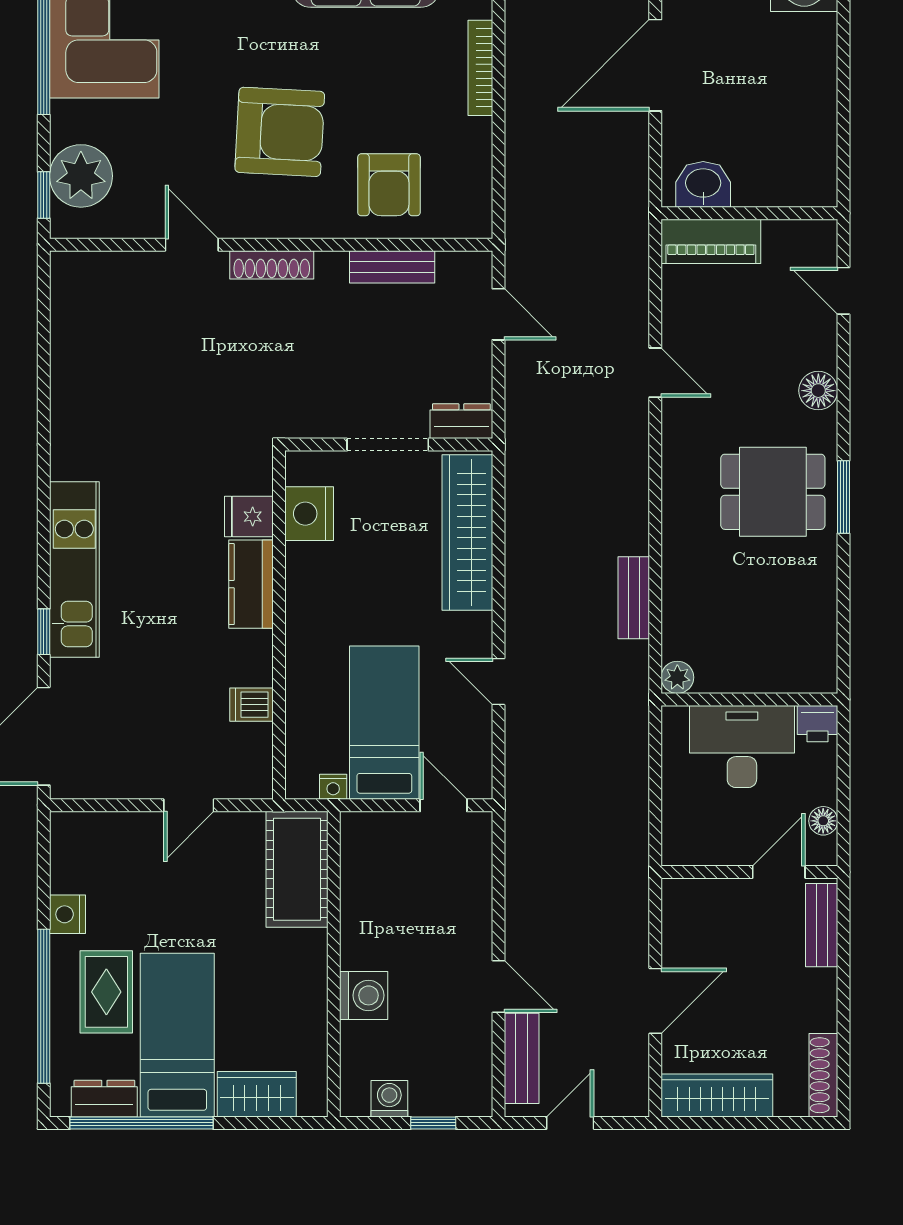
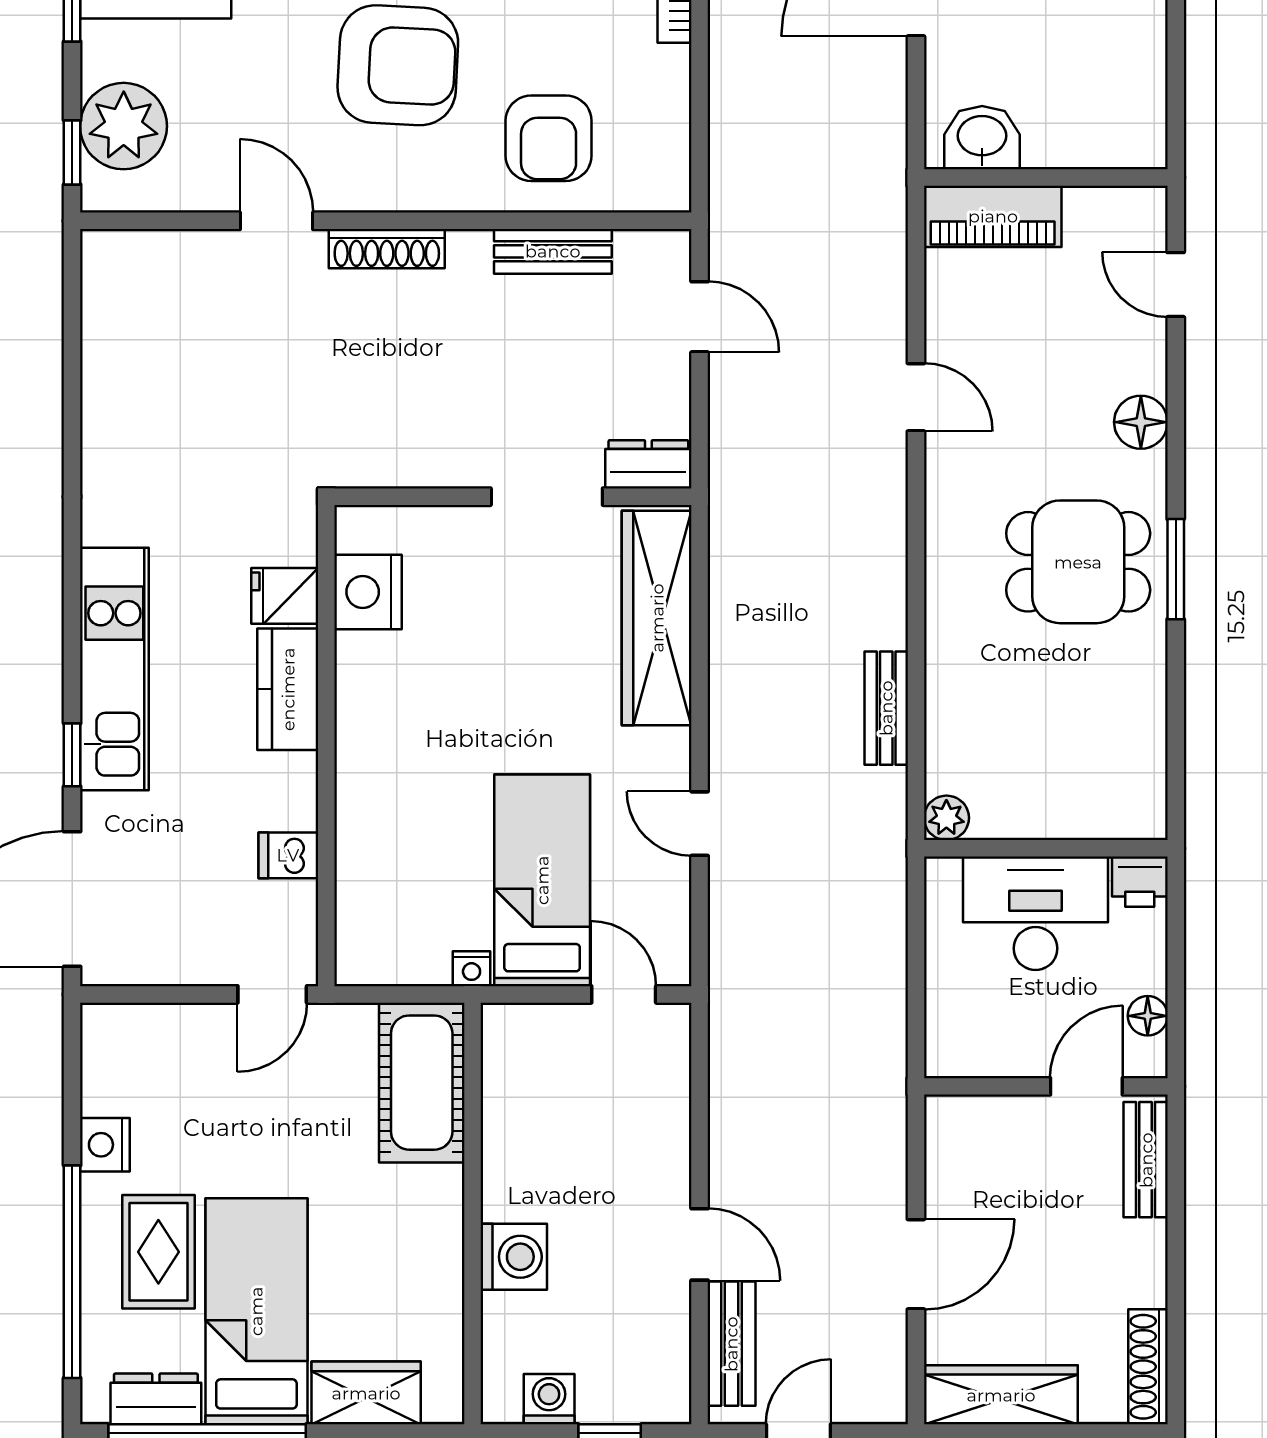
nightstand: (309, 514) -> (368, 592), moved
fridge: (249, 517) -> (285, 596), moved
kitchen counter: (251, 584) -> (288, 689), moved
wall: (279, 625) -> (326, 746), moved
dishwasher: (251, 705) -> (288, 855), moved

